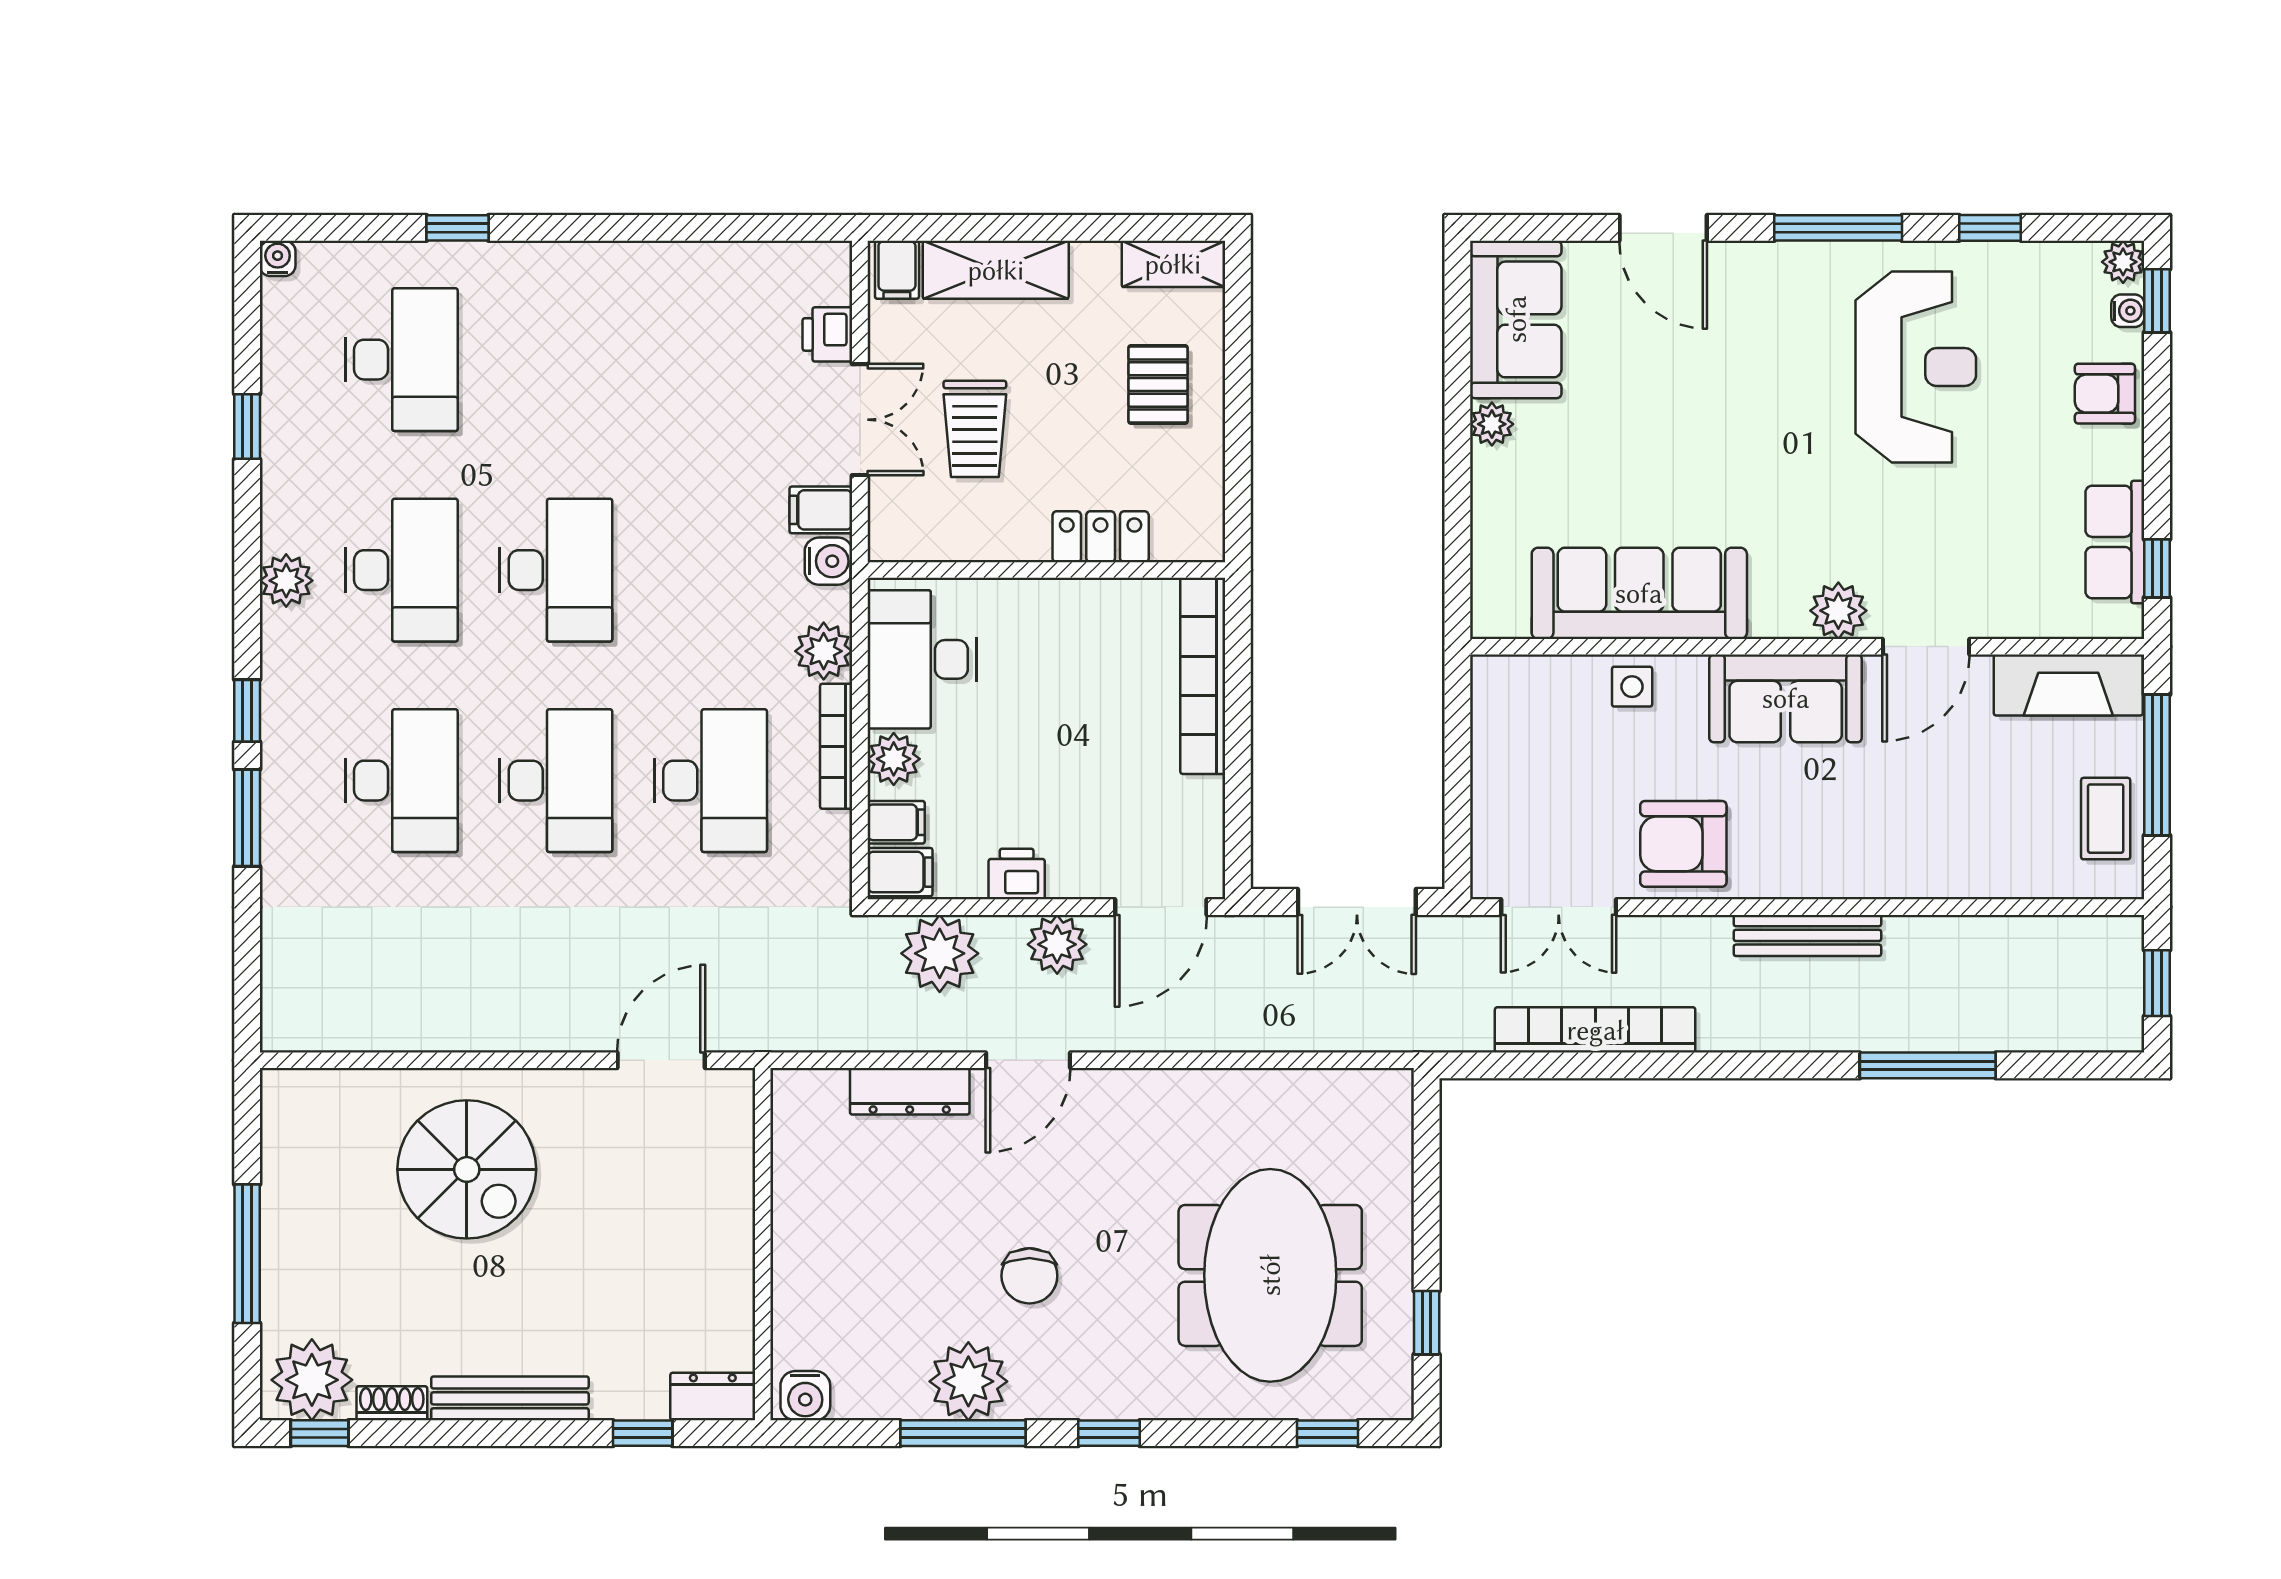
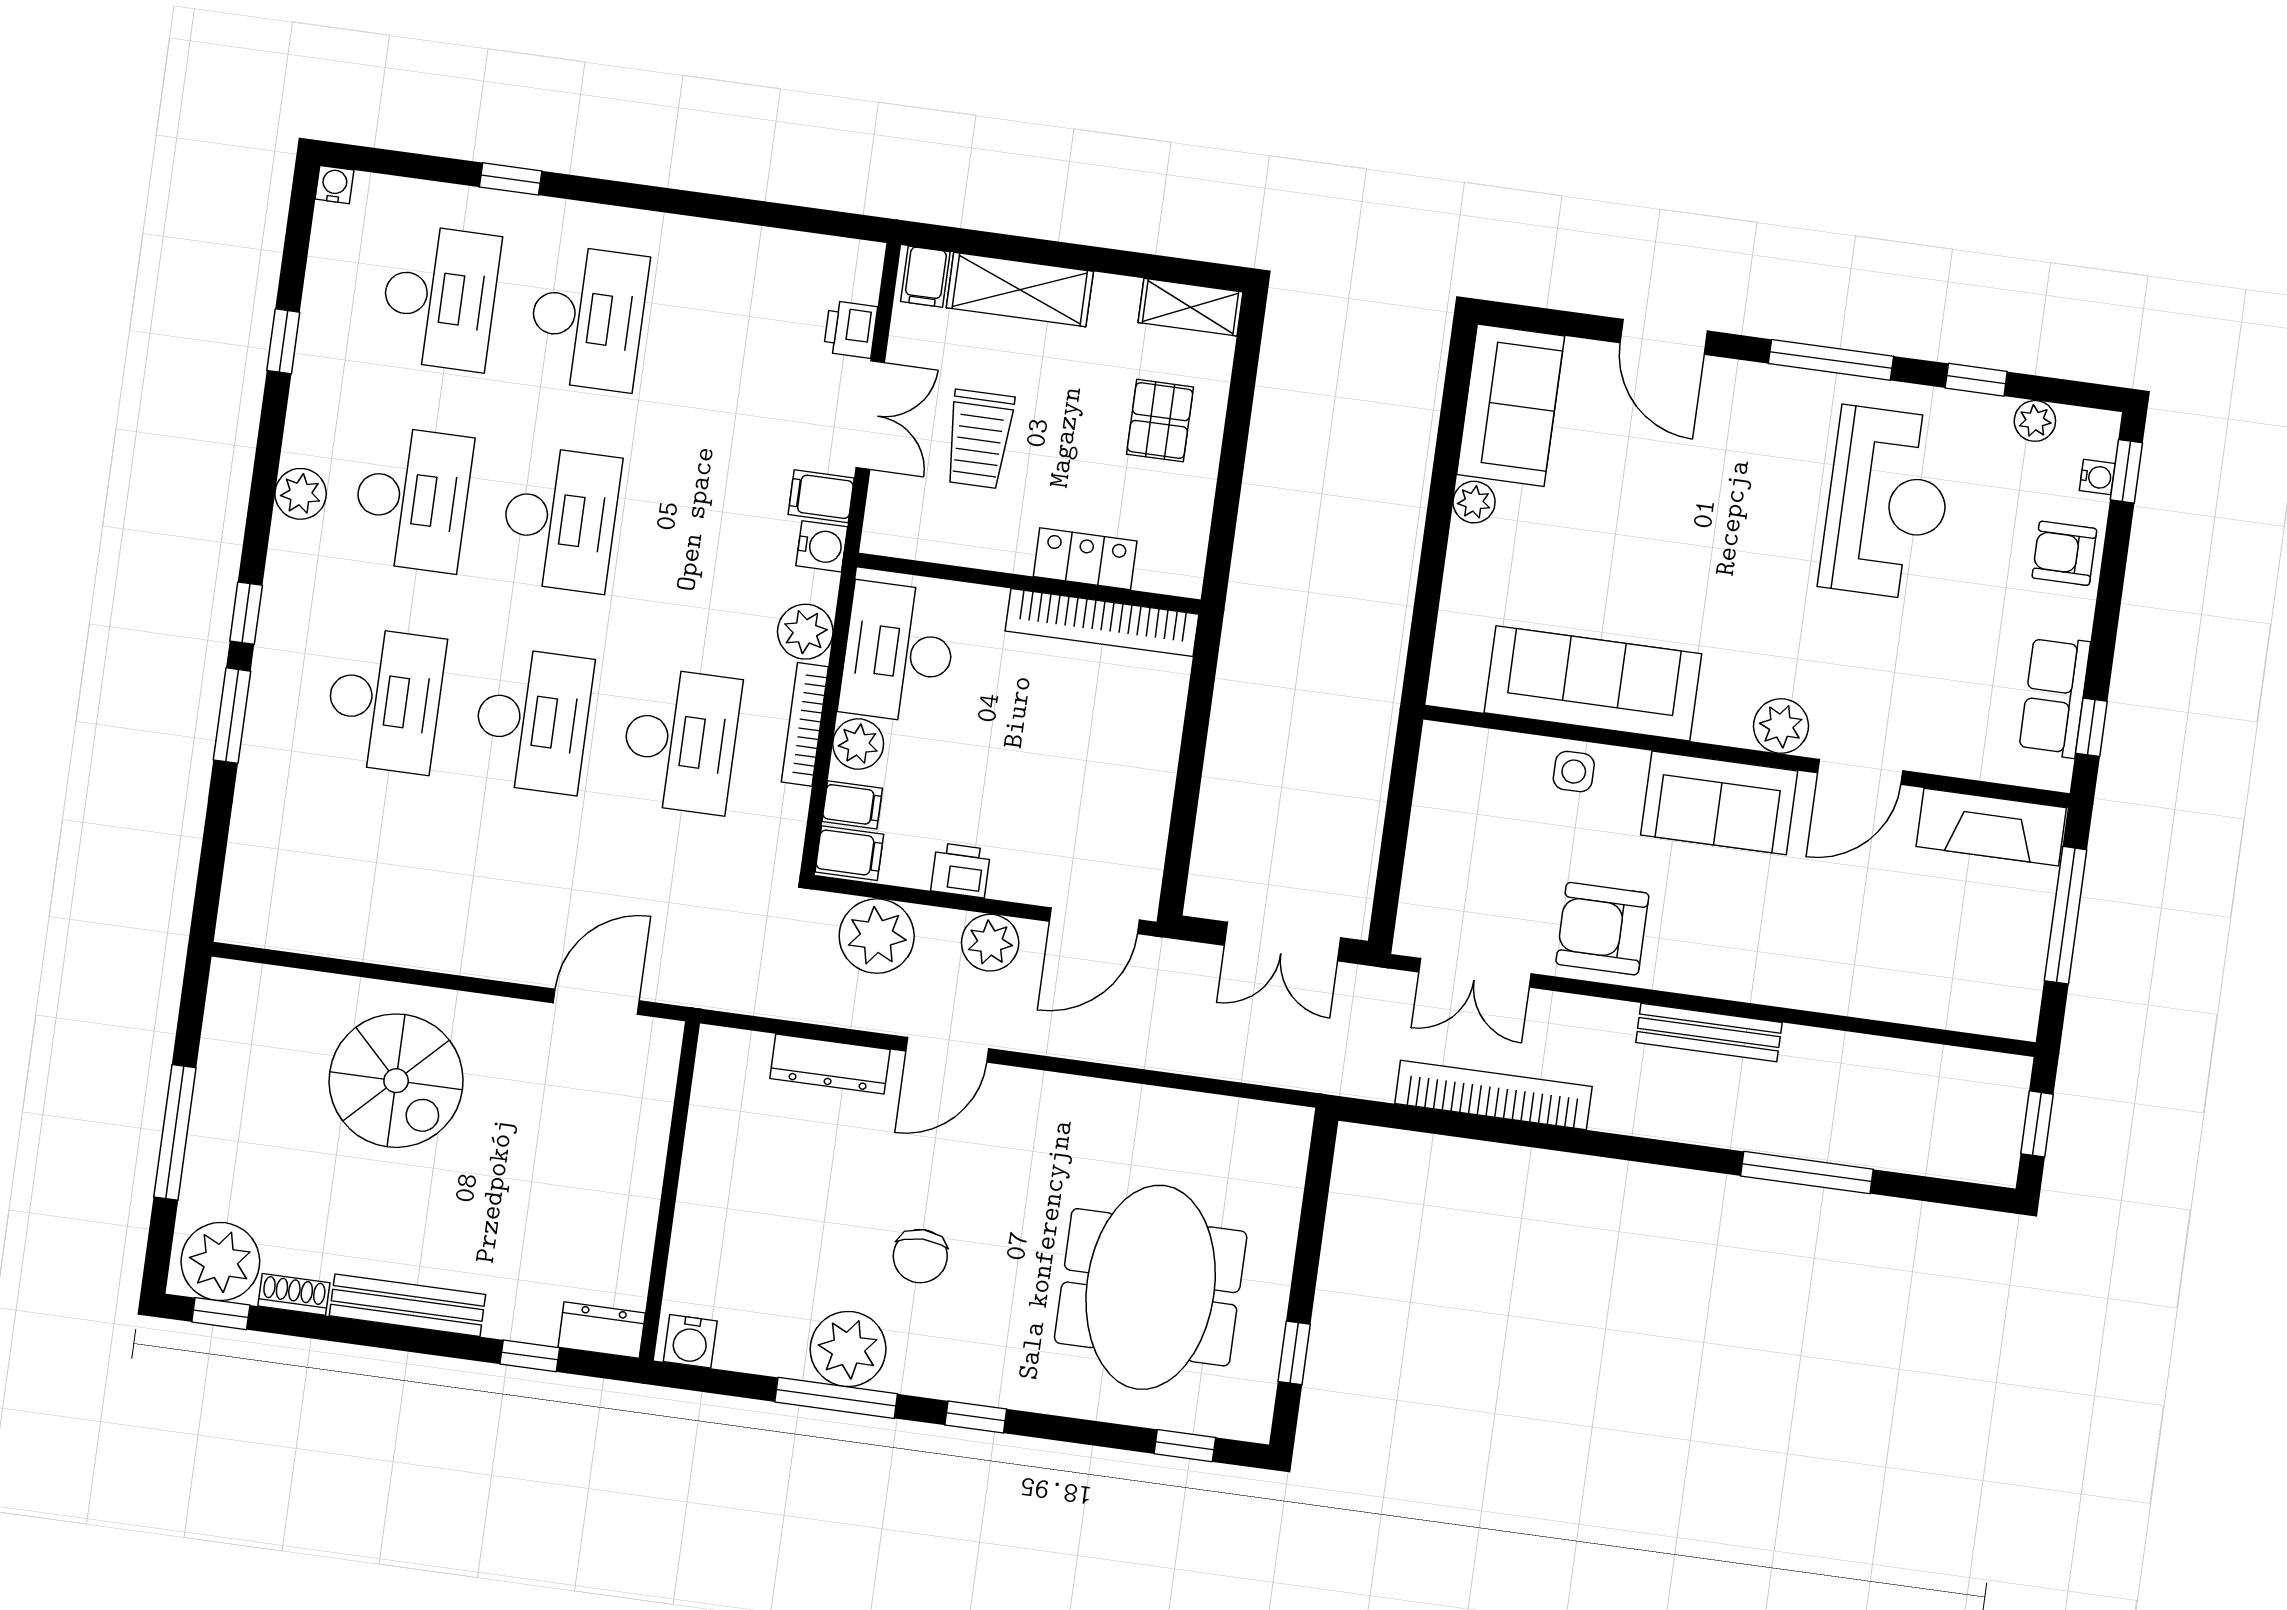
plant: (2123, 262) -> (2035, 421), moved
desk: (556, 360) -> (588, 318), added
bookcase: (1203, 676) -> (1102, 623), moved, turned -90
coffee table: (2106, 819) -> (2009, 960), removed

